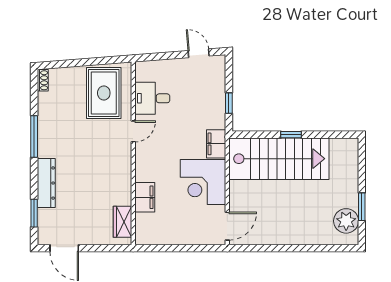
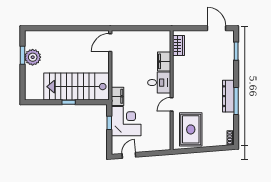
door: (199, 53) -> (129, 155), swing flipped
desk: (152, 98) -> (159, 83), moved
corner desk: (203, 182) -> (126, 121), moved
dresser: (46, 183) -> (228, 96), moved
plant: (346, 221) -> (33, 57), moved

